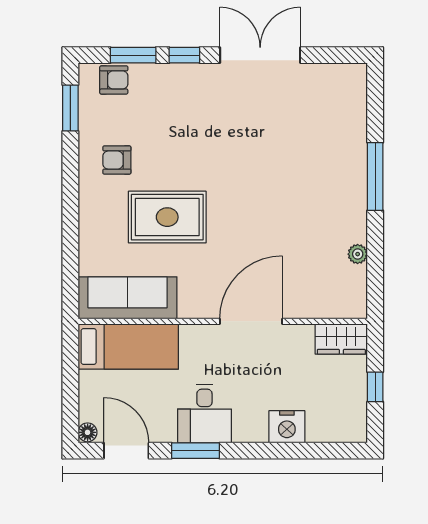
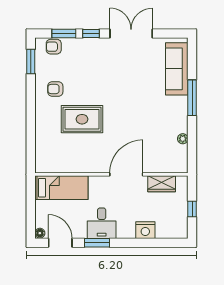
armchair: (114, 80) -> (54, 47), turned 180
sofa: (128, 298) -> (177, 69), moved, turned -90
wardrobe: (341, 339) -> (162, 184), moved

